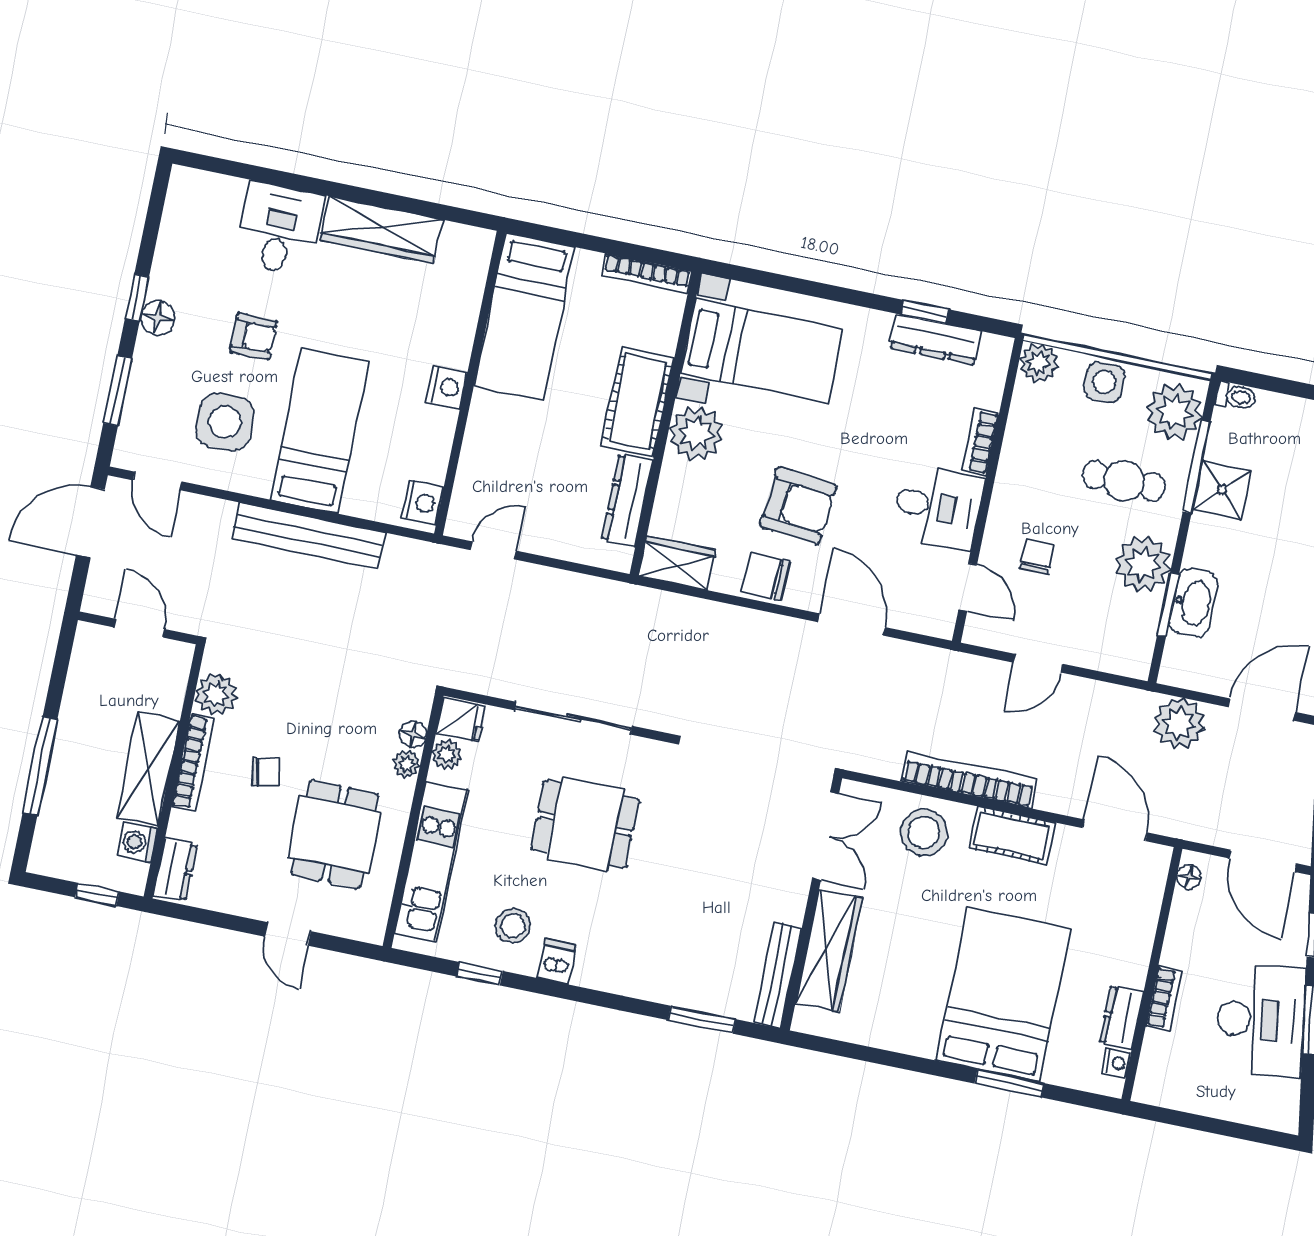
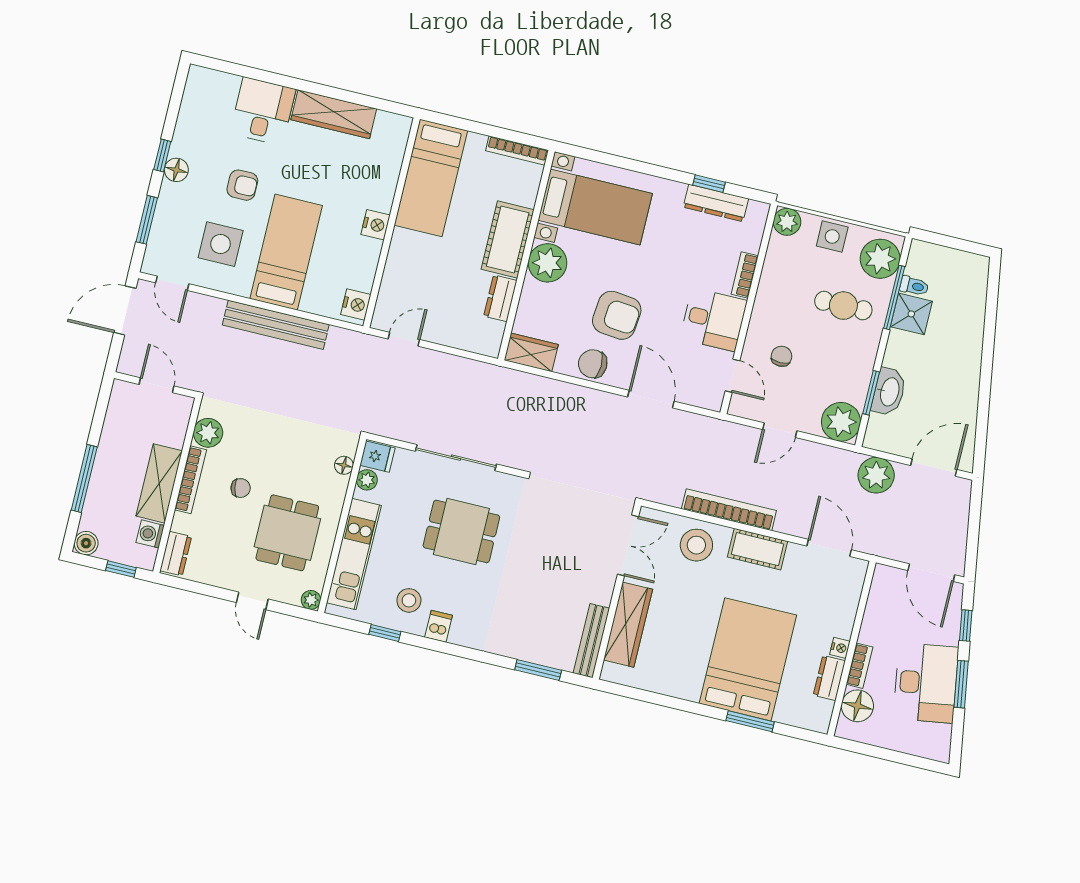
toilet: (1236, 396) -> (914, 286), moved
dresser: (627, 500) -> (500, 298), width x0.70
plant: (1143, 564) -> (841, 422), moved
plant: (406, 764) -> (311, 600), moved
boiler: (46, 859) -> (86, 543), added
floor lamp: (1189, 877) -> (857, 706), moved, width x1.89, depth x1.89
nightstand: (1117, 1063) -> (840, 648), moved

